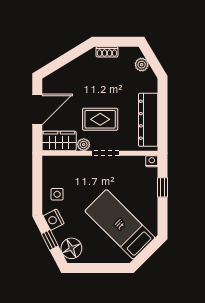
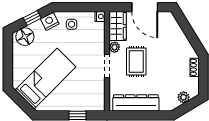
nightstand: (152, 161) -> (100, 16), moved

